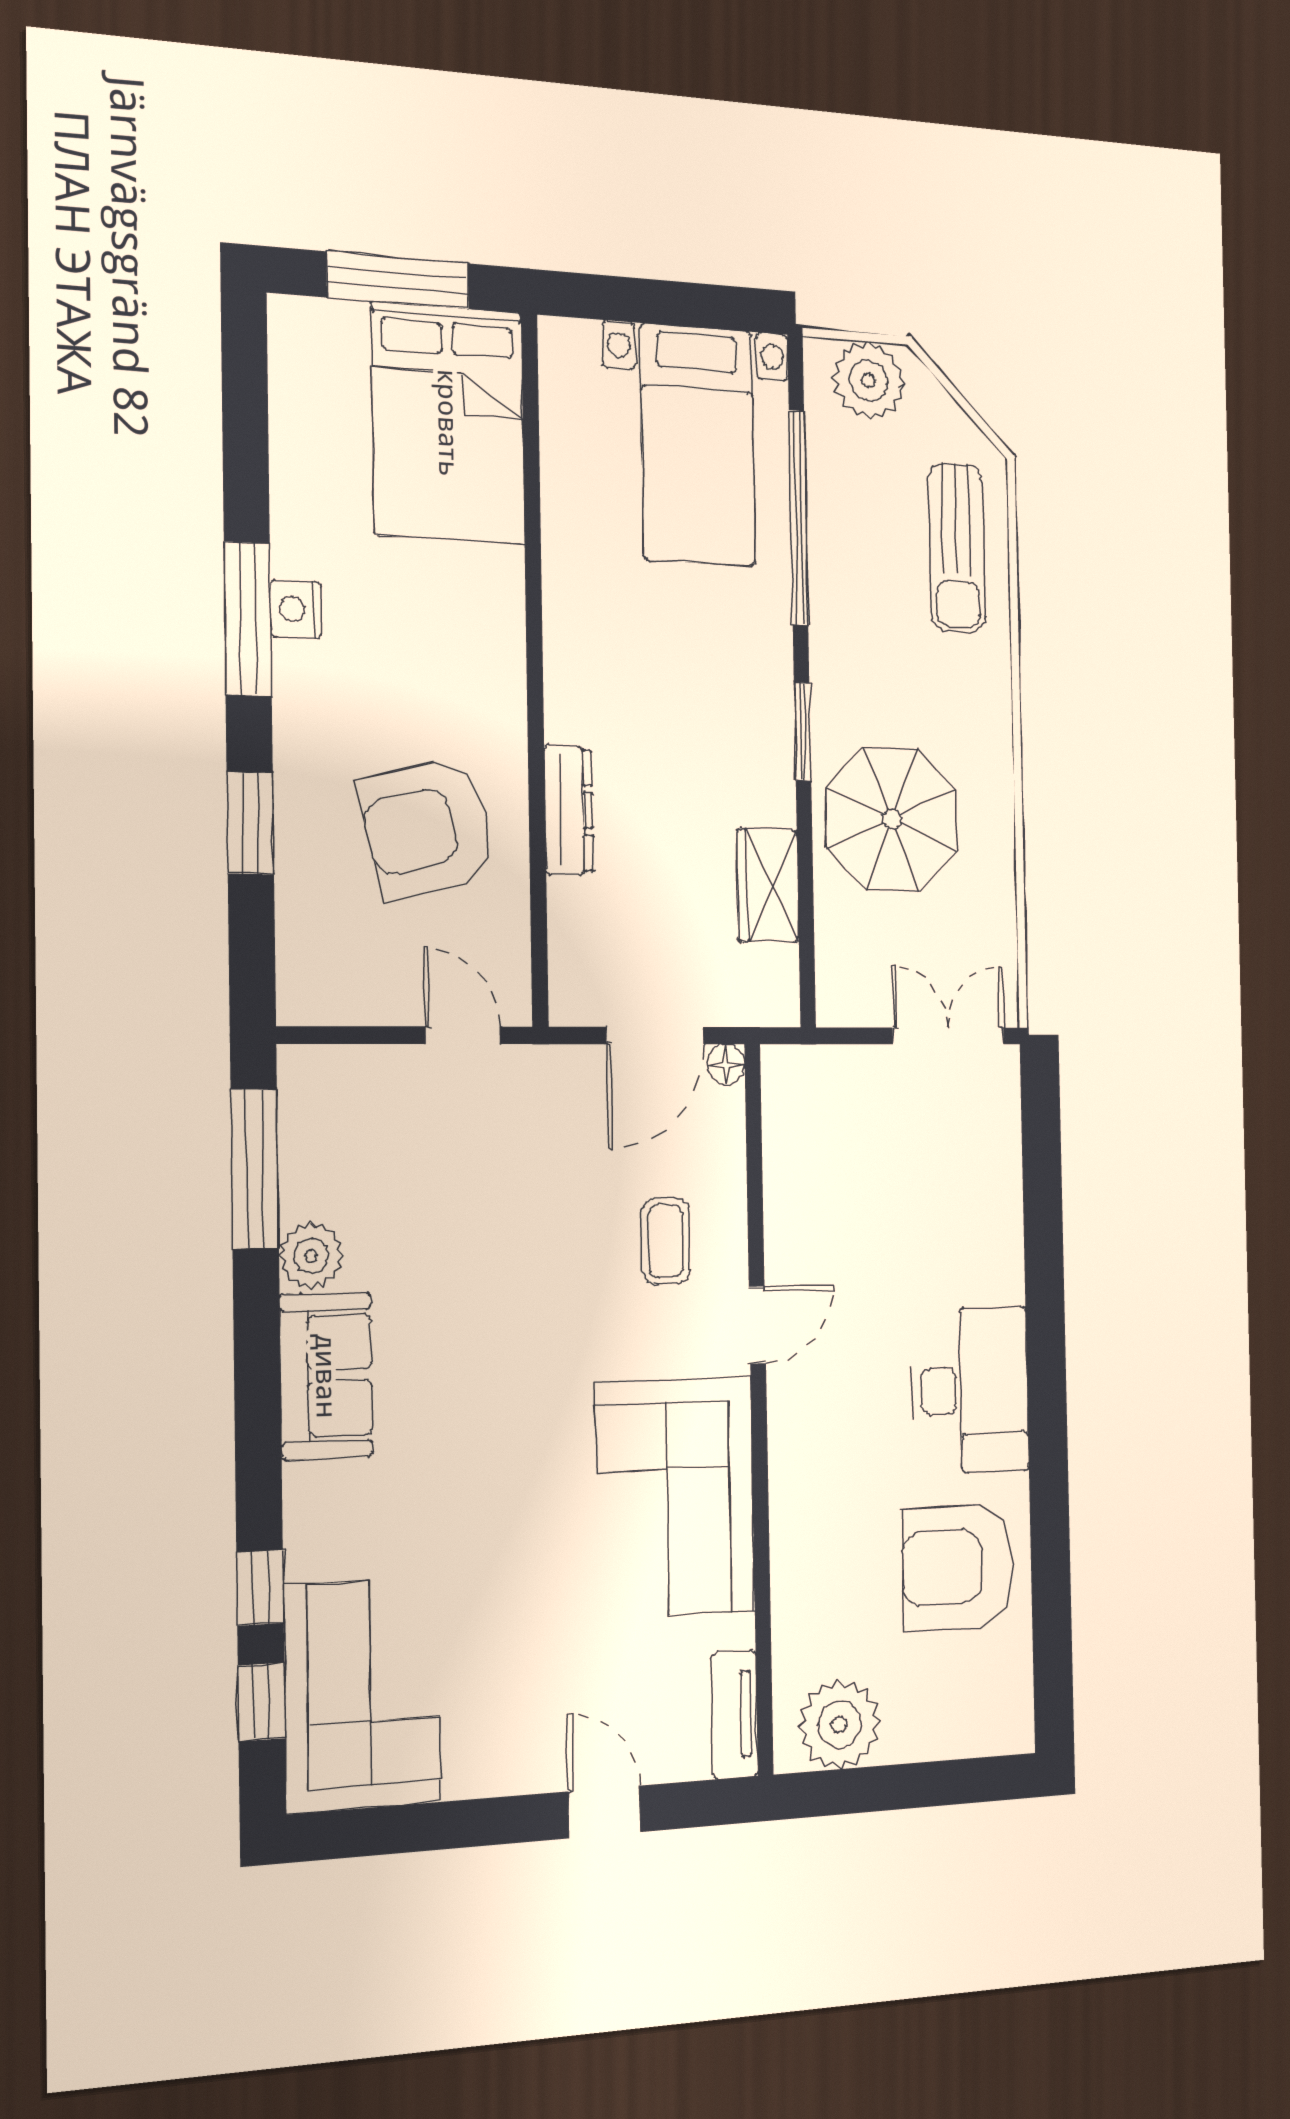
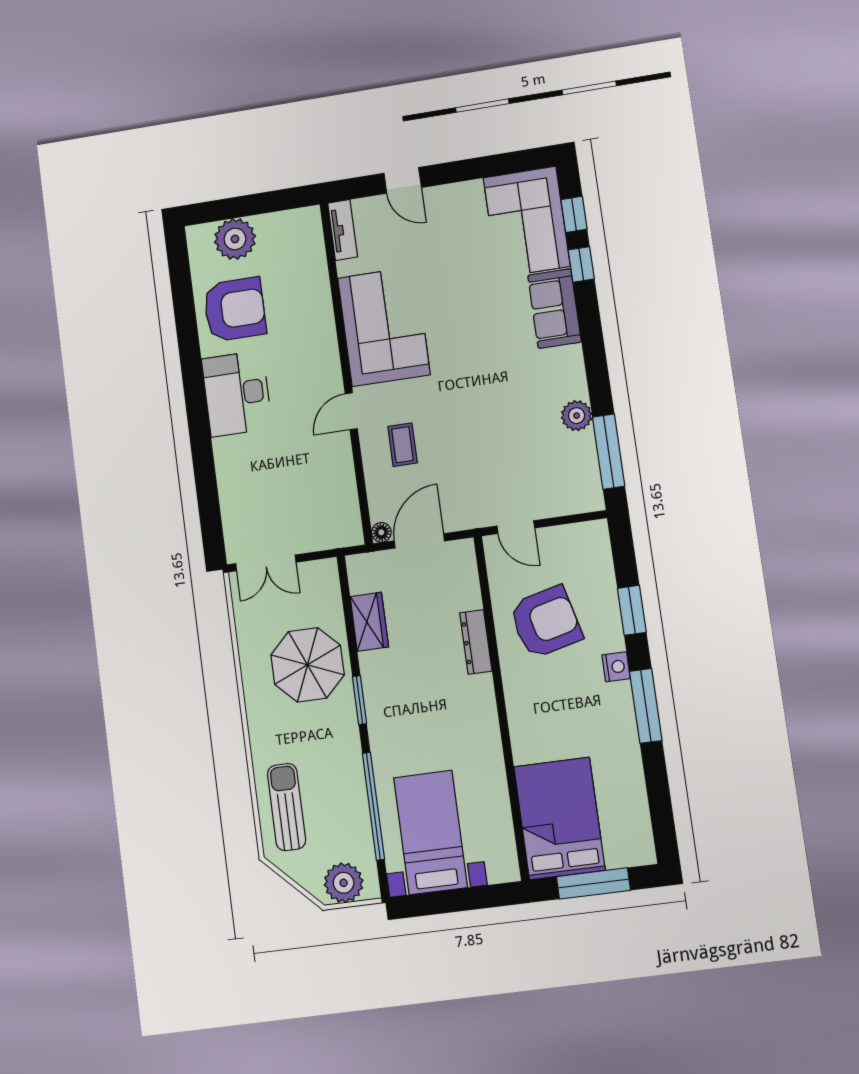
nightstand: (296, 609) -> (616, 667), moved
sofa: (326, 1376) -> (554, 309), moved
plant: (839, 1724) -> (235, 239), moved

